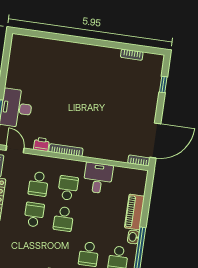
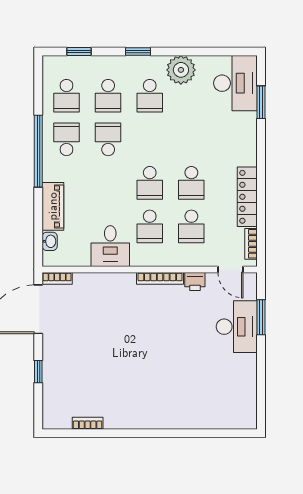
window: (163, 84) -> (38, 372), moved
school desk: (38, 184) -> (191, 226), turned 180
school desk: (64, 219) -> (150, 183), turned 180
washbasin: (133, 237) -> (50, 241), moved

